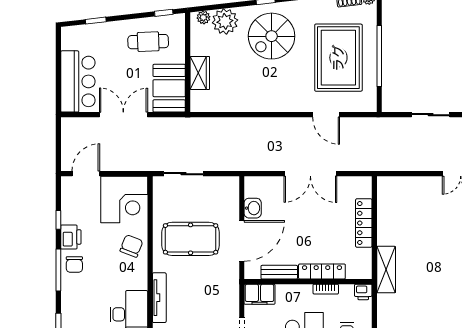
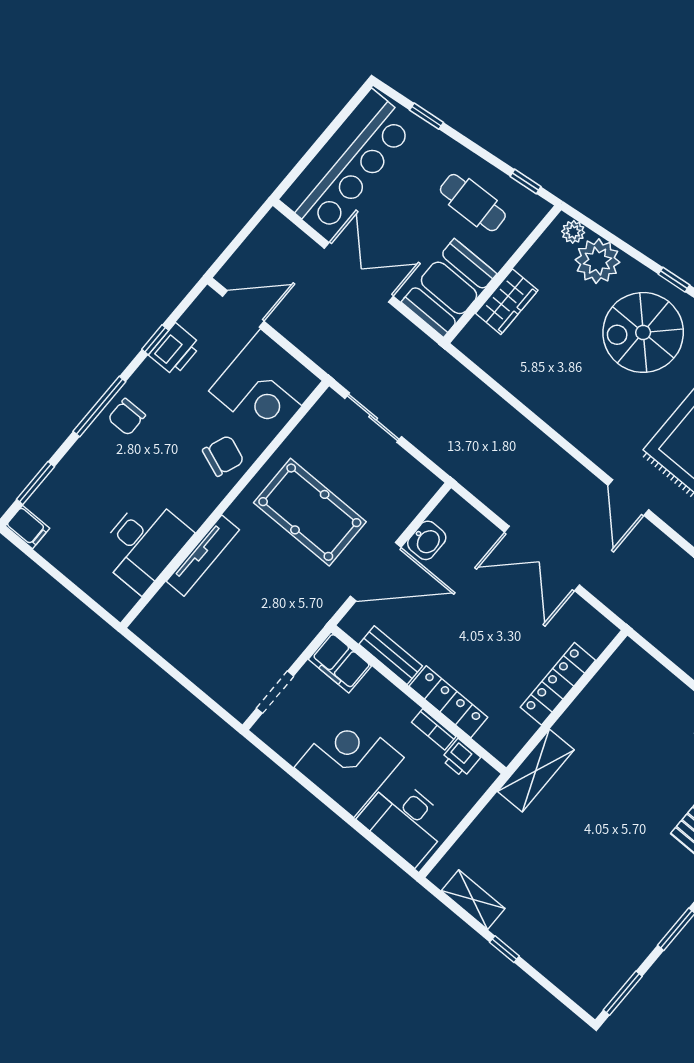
bar counter: (78, 81) -> (348, 163), width x1.36
printer: (71, 237) -> (175, 350), moved
printer: (363, 292) -> (461, 758), moved

